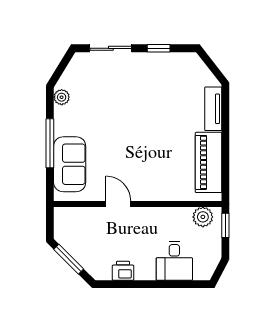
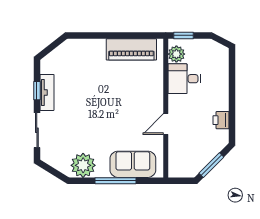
plant: (62, 97) -> (83, 165), width x1.88, depth x1.88
tv unit: (213, 109) -> (47, 92), moved, turned -90
desk: (174, 261) -> (184, 79), moved, turned 180

